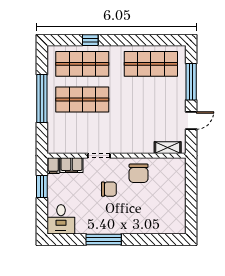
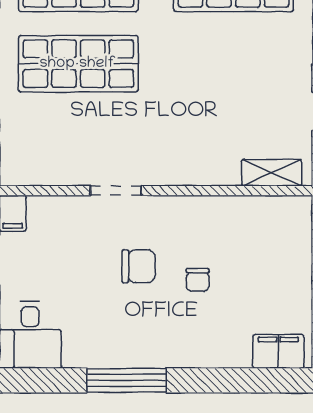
filing cabinet: (72, 165) -> (278, 351), moved, turned 180
chair: (139, 173) -> (198, 280), moved, width x0.54, depth x0.54

